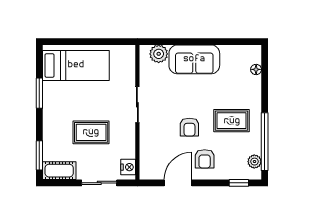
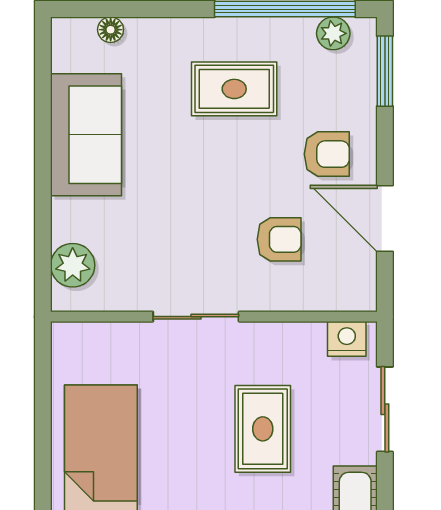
sofa: (194, 59) -> (86, 135), moved
rug: (232, 121) -> (234, 89), turned 90
armchair: (189, 127) -> (279, 239), moved
window: (239, 183) -> (385, 71), width x1.50

